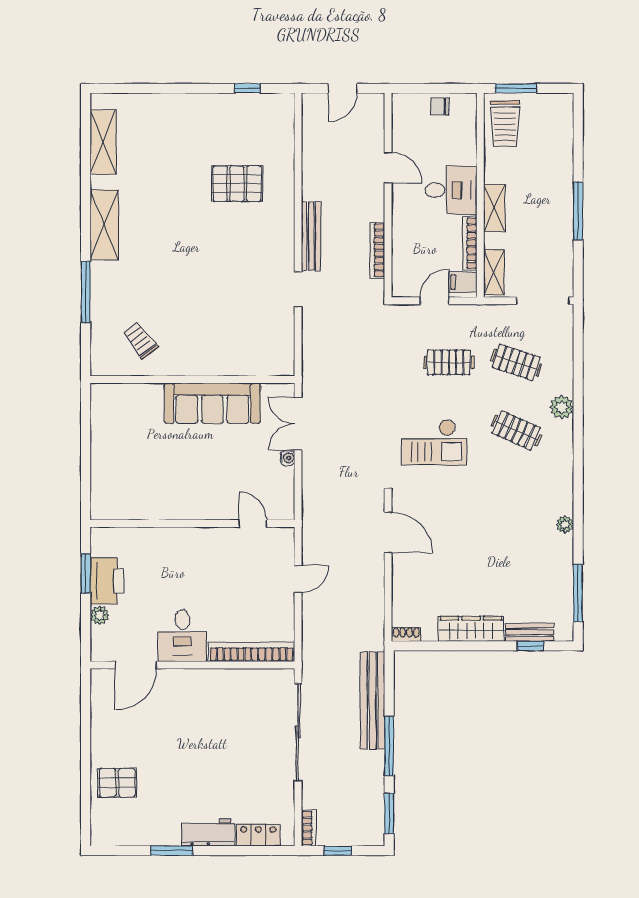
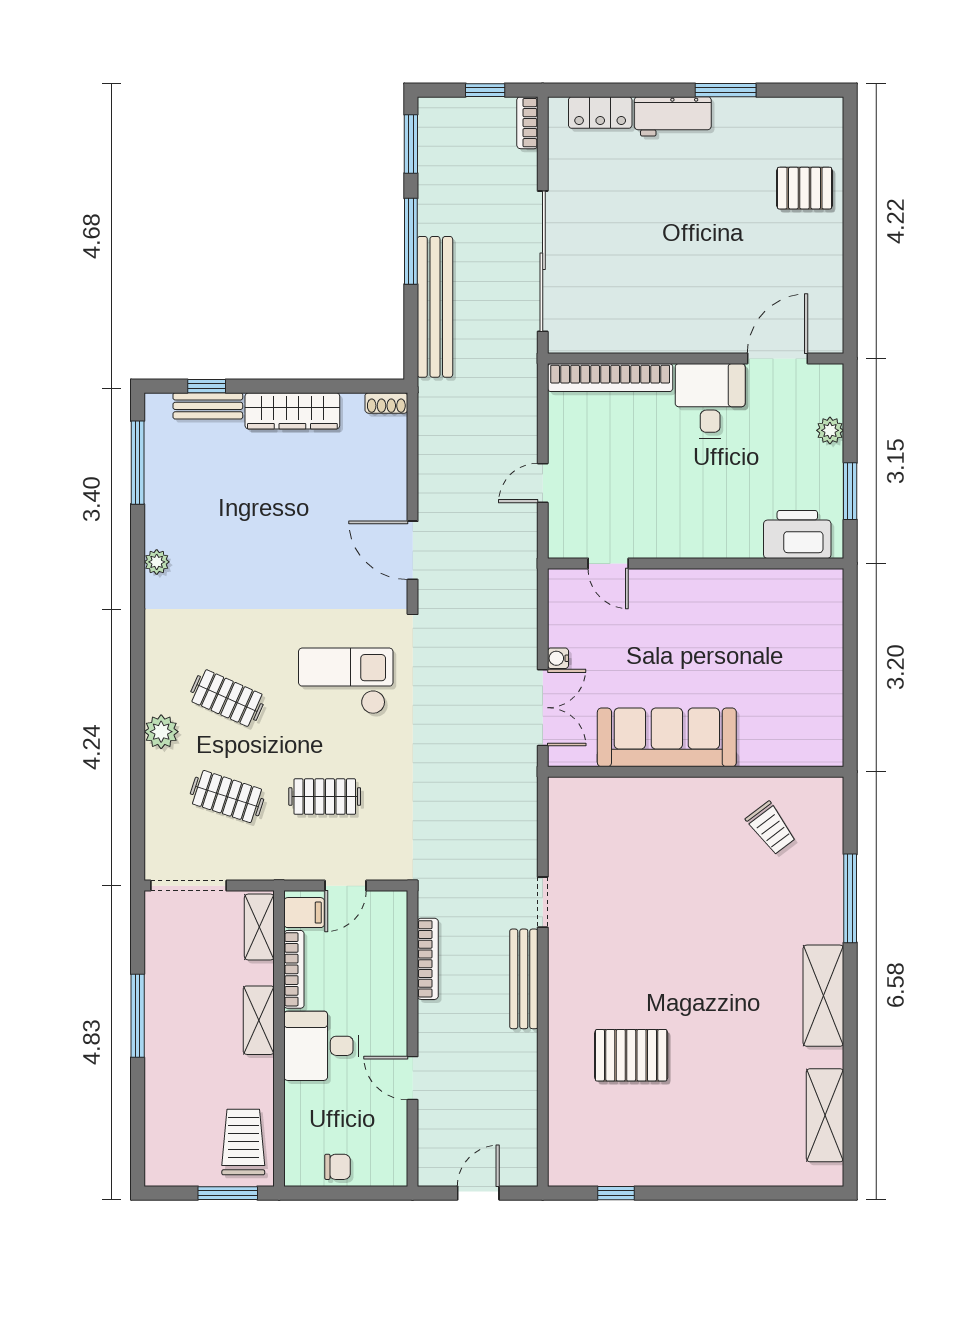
printer: (107, 581) -> (797, 534), moved, turned 90

